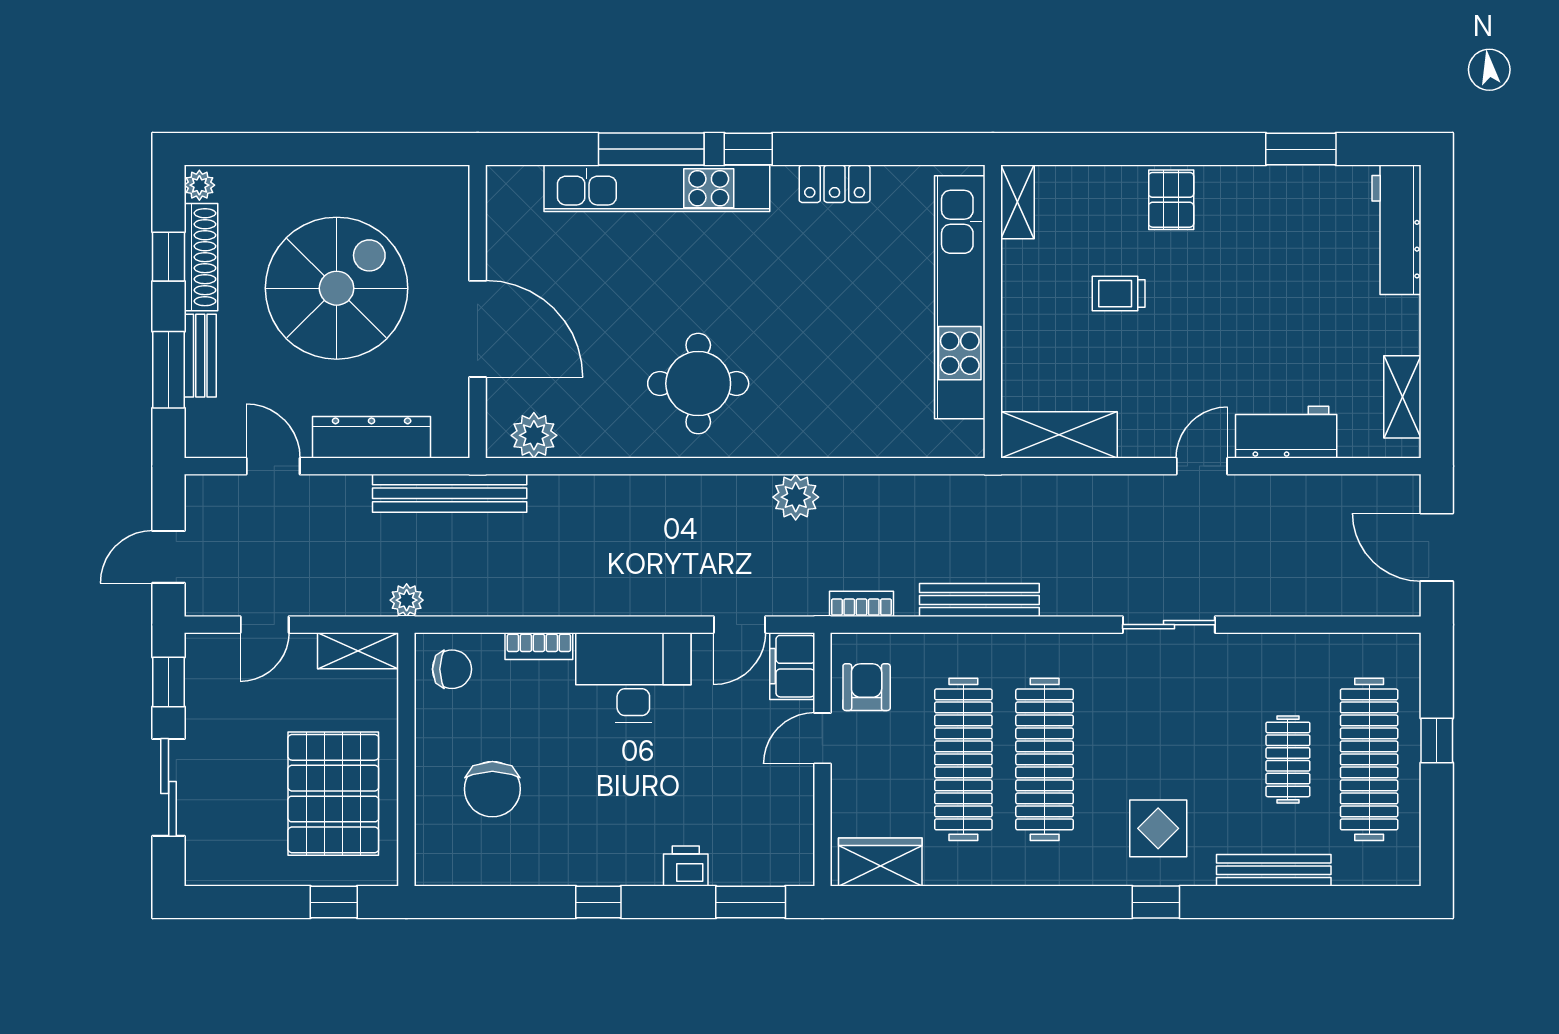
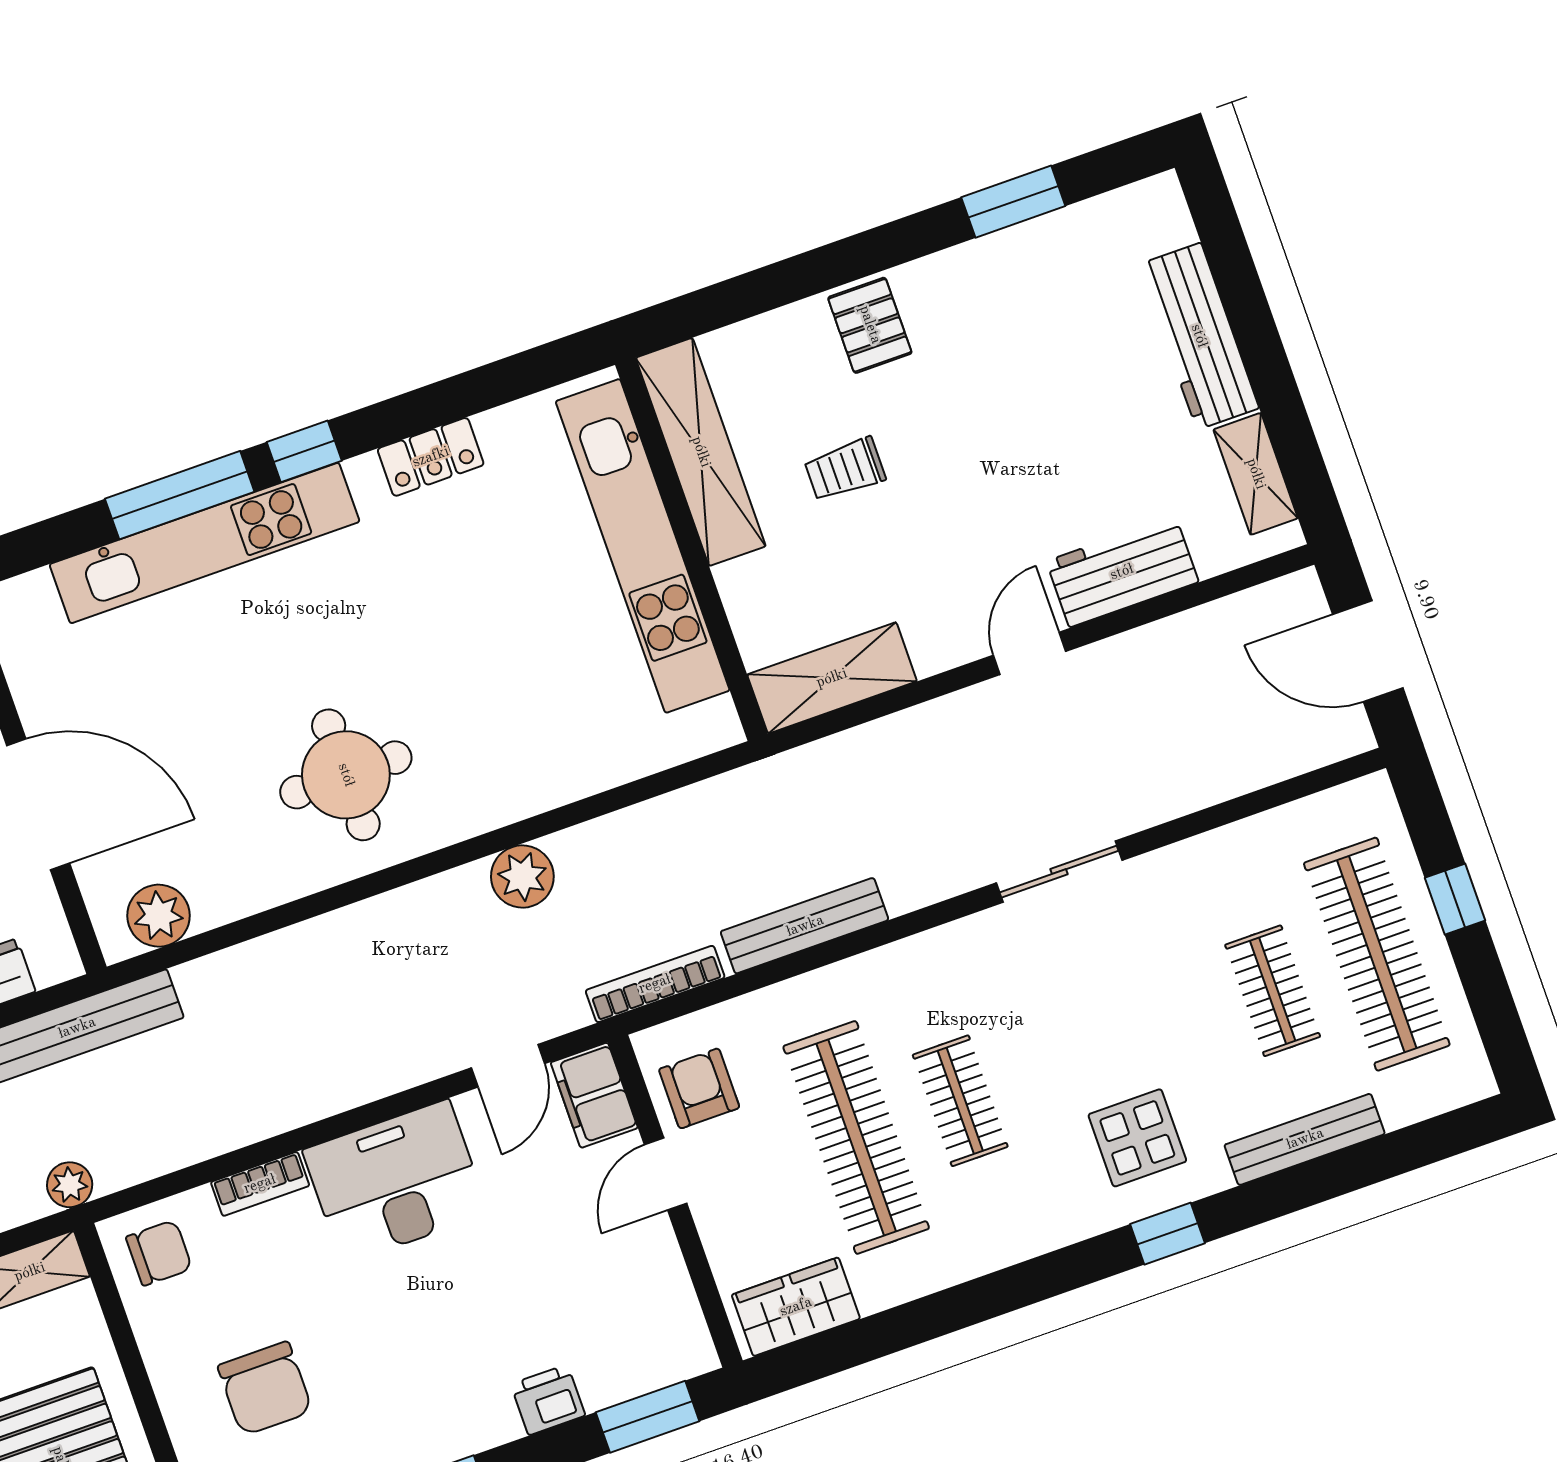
shelving: (1017, 202) -> (701, 452), width x2.20, depth x1.33
workbench: (1397, 230) -> (1199, 336), moved
bookcase: (861, 604) -> (655, 984), width x1.56
clothes rail: (1045, 759) -> (960, 1101), width x0.54, depth x0.76

